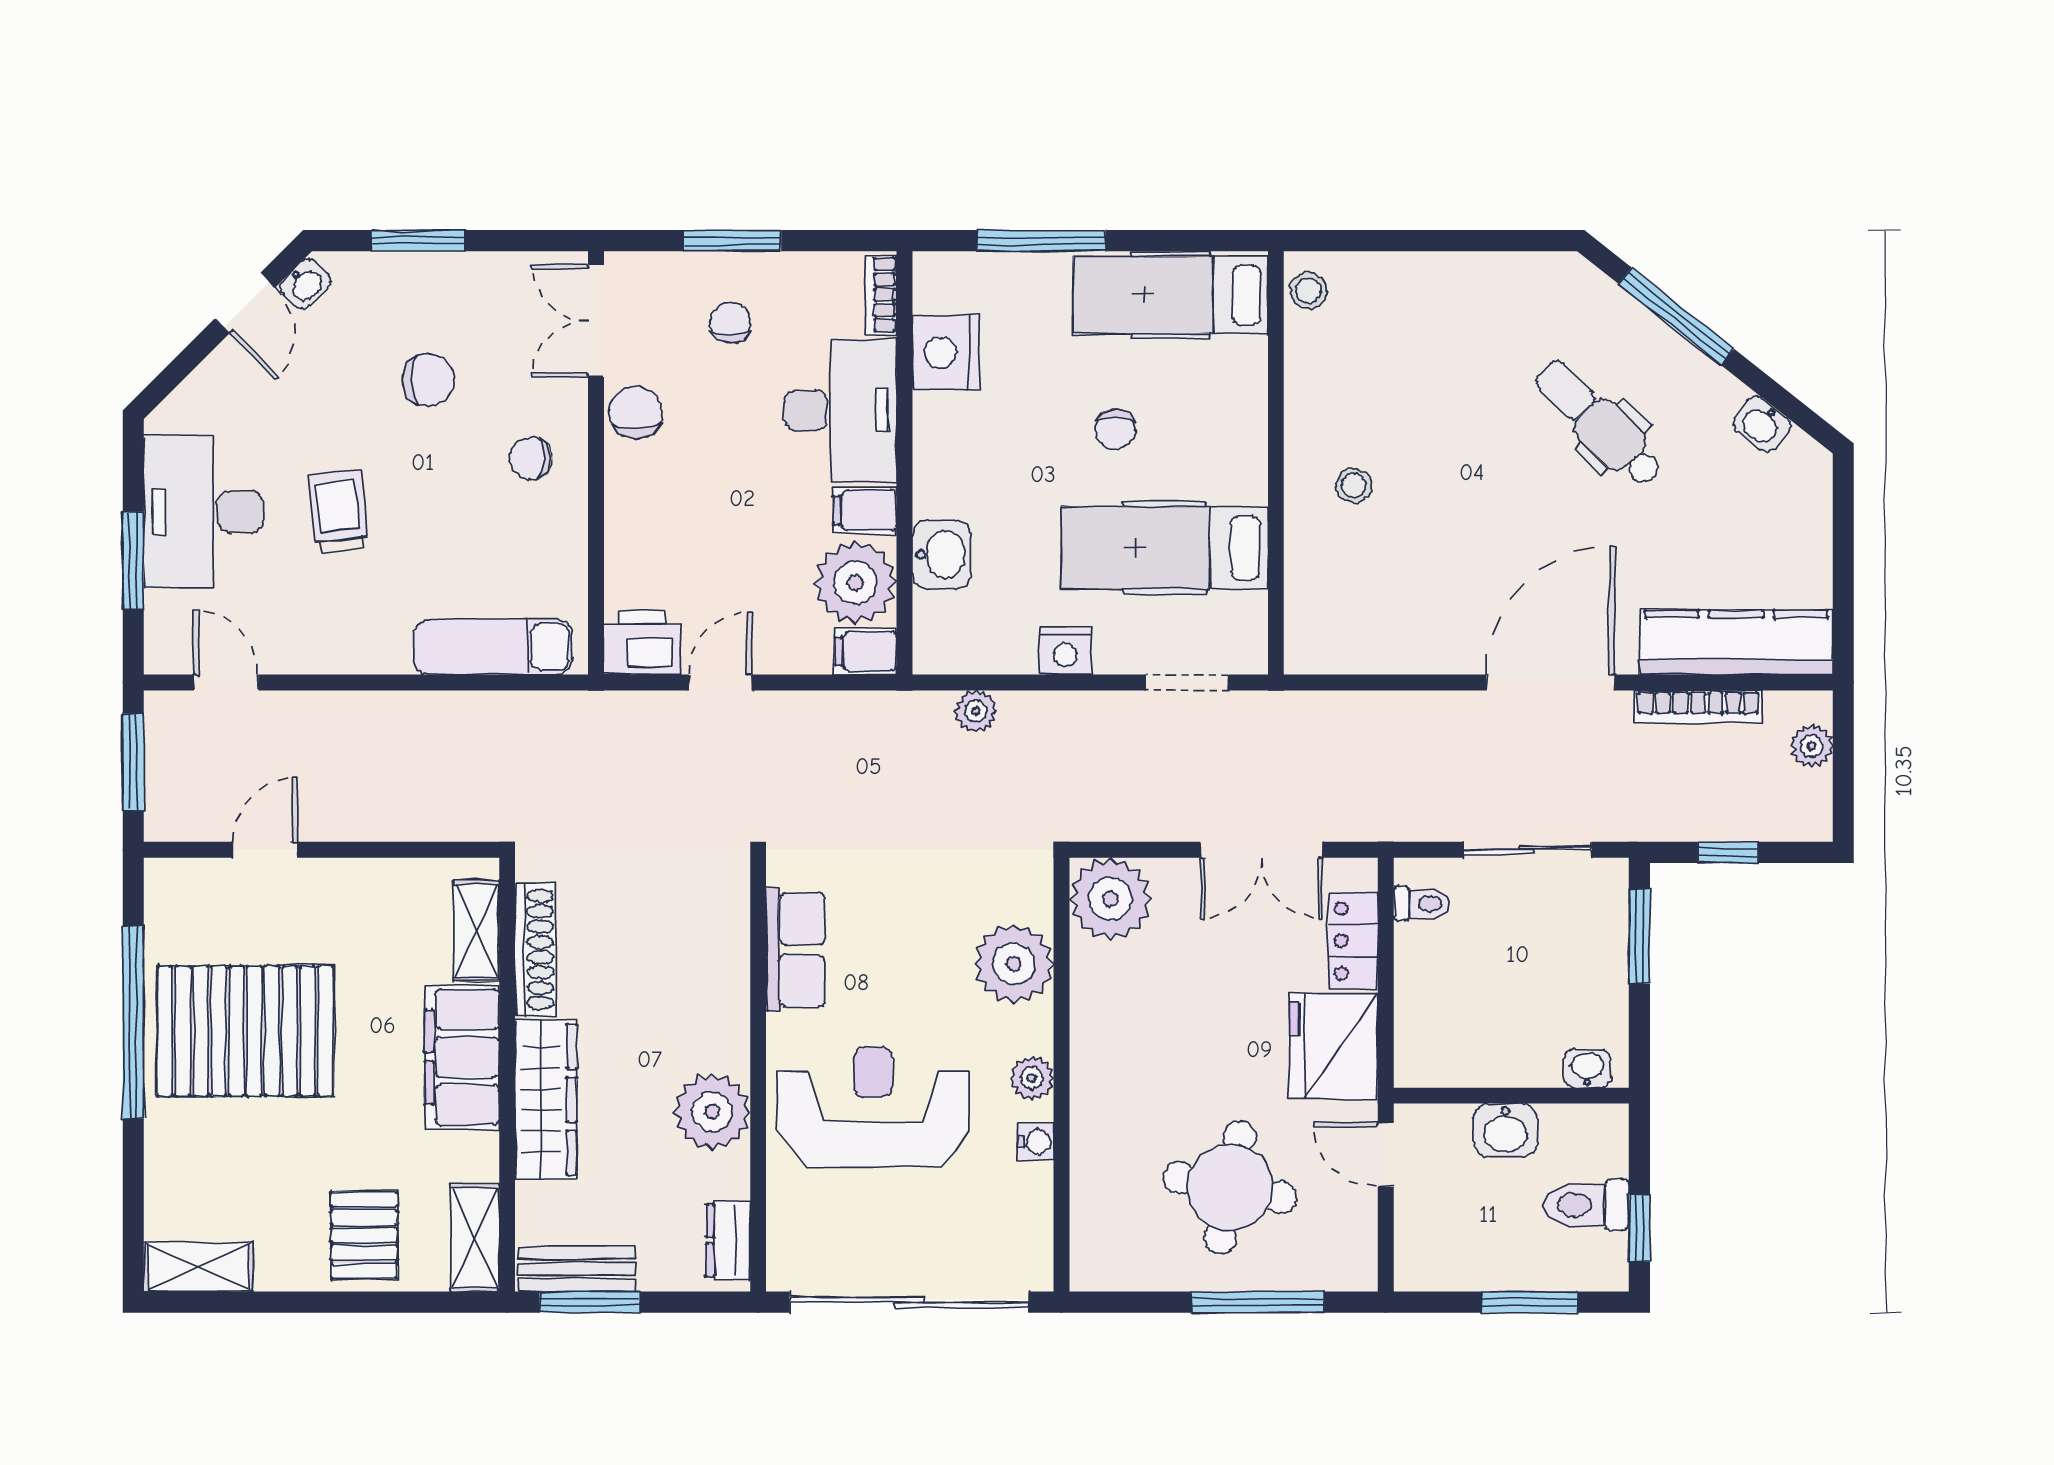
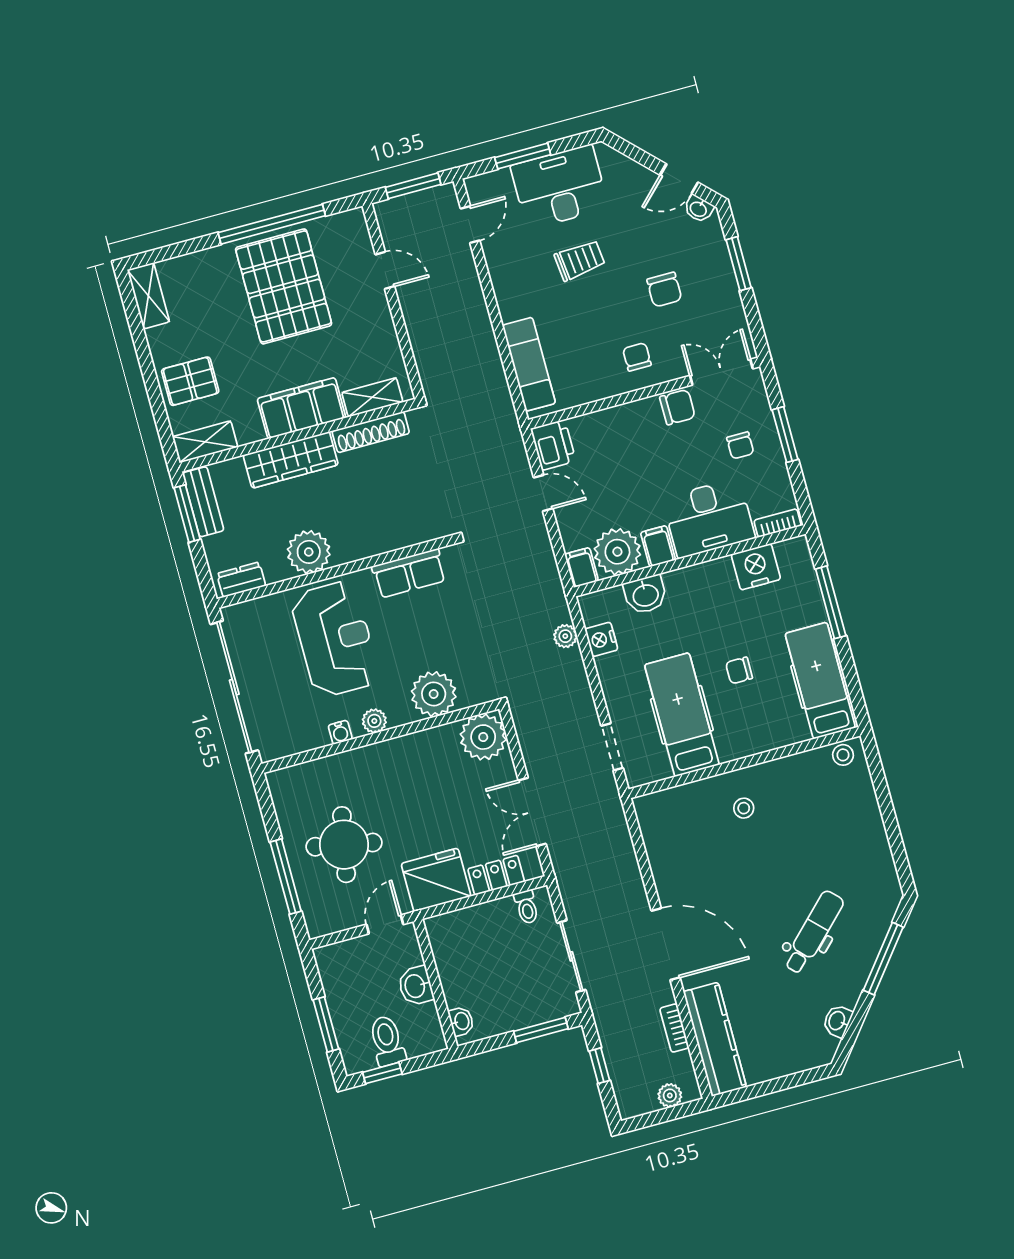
chair: (730, 323) -> (740, 445), turned 90
nightstand: (1066, 651) -> (601, 639), moved
bookcase: (1698, 707) -> (674, 1028), width x0.64

